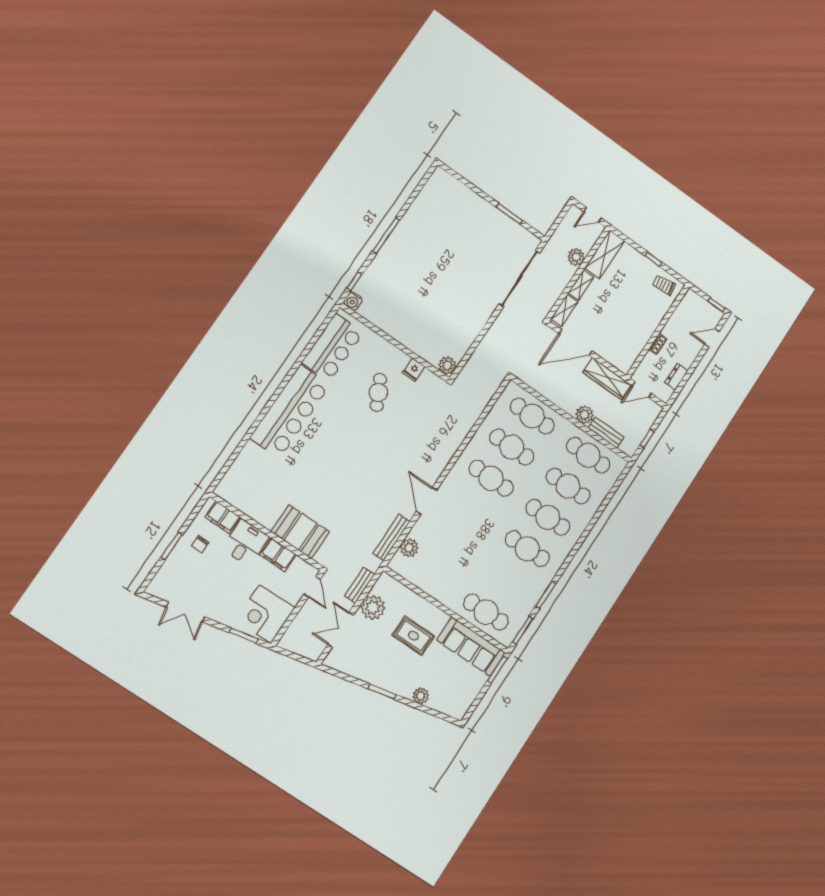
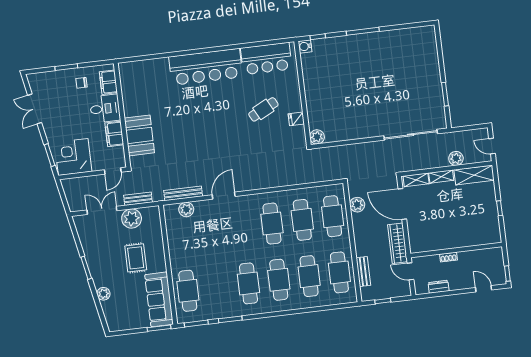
trolley: (664, 285) -> (489, 229), removed
plant: (584, 415) -> (357, 205), moved

